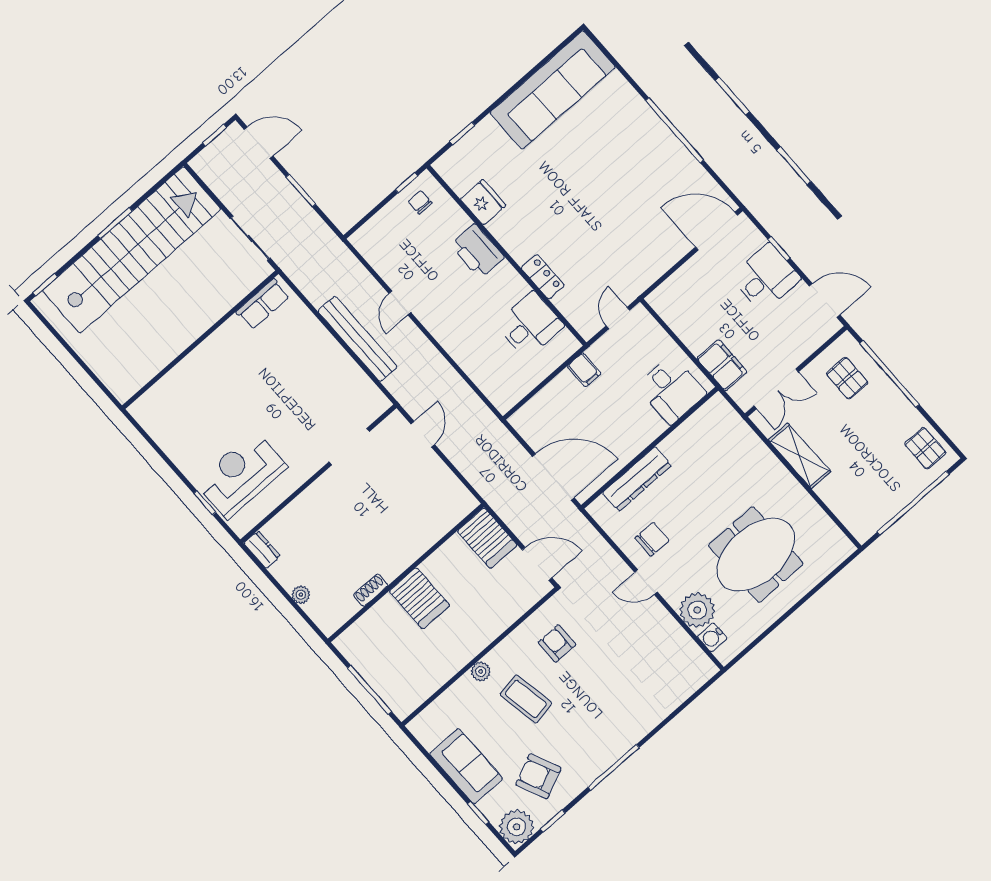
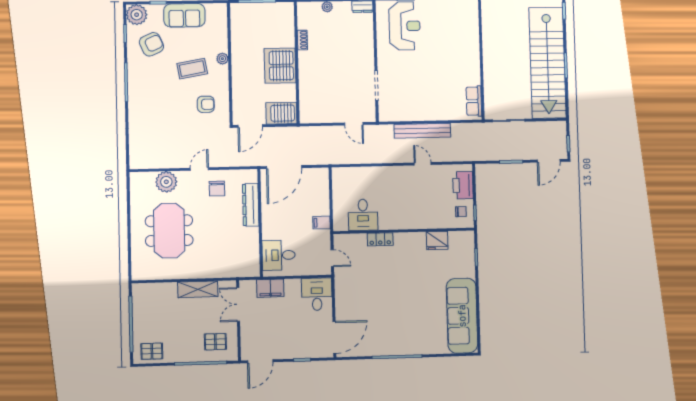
printer: (477, 251) -> (463, 185), moved, turned -90
desk: (766, 278) -> (317, 294), moved, turned 180
server rack: (420, 598) -> (280, 66), width x1.60
water cooler: (712, 637) -> (148, 178), removed

